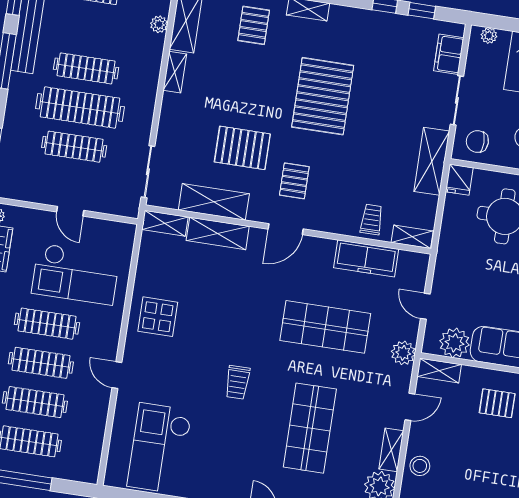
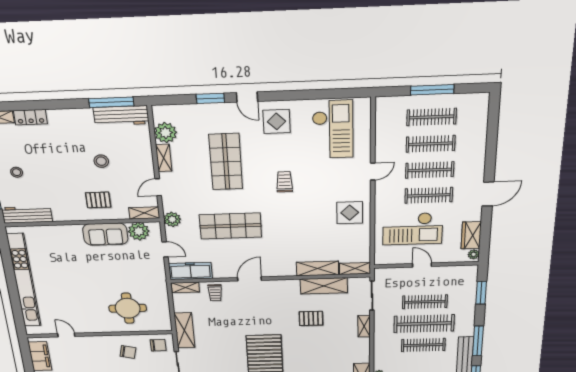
shelving: (175, 72) -> (364, 326), moved
pallet: (242, 148) -> (311, 318), width x0.67, depth x0.71
fridge: (459, 180) -> (164, 323), removed
pallet: (294, 181) -> (272, 306), removed
door: (286, 229) -> (249, 279), moved
freezer: (366, 258) -> (190, 271), moved
checkout: (76, 274) -> (413, 229), turned 180
door: (117, 375) -> (373, 172), hinge flipped
stool: (420, 466) -> (101, 161), moved
display table: (231, 474) -> (277, 121), added

